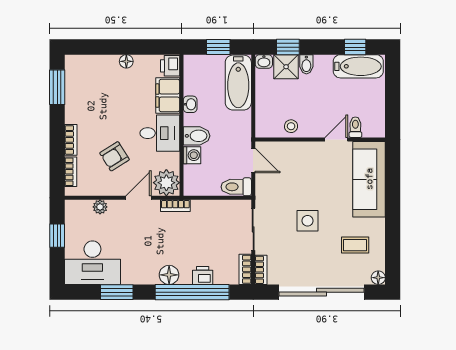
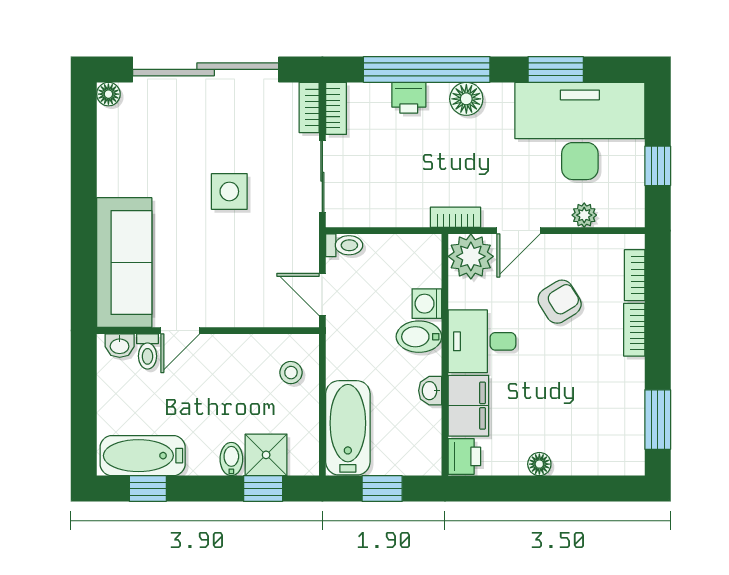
washbasin: (264, 61) -> (120, 346), moved, turned 180
stool: (291, 126) -> (291, 373), moved
toilet: (236, 187) -> (344, 245), width x0.73, depth x0.72
coffee table: (355, 245) -> (148, 150), removed
desk: (92, 263) -> (580, 131), width x1.36, depth x1.30

